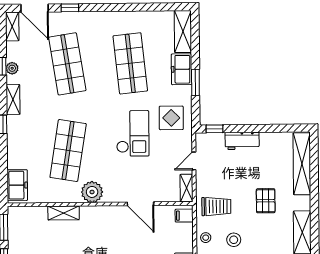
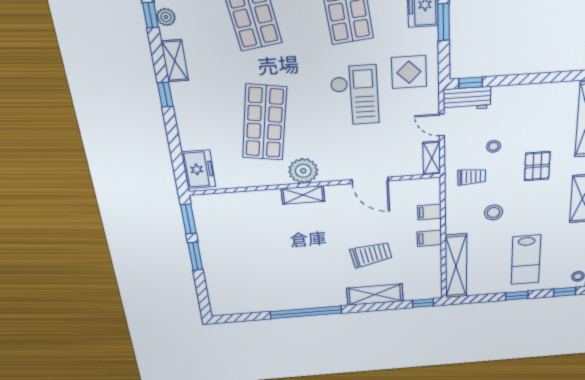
workbench: (242, 141) -> (467, 99), moved
door: (194, 161) -> (442, 125), hinge flipped
trolley: (216, 206) -> (472, 177), width x0.73, depth x0.72
shelving: (64, 213) -> (303, 195), moved
filing cabinet: (184, 216) -> (429, 212), moved
stool: (206, 238) -> (494, 146), moved

